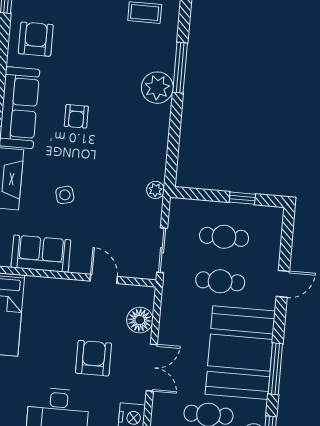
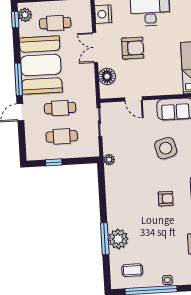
plant: (157, 88) -> (118, 239), moved
armchair: (76, 116) -> (166, 199), turned 90
side table: (65, 195) -> (166, 148), width x1.87, depth x1.87
armchair: (94, 358) -> (133, 48), turned -90
window: (275, 369) -> (18, 79), moved

